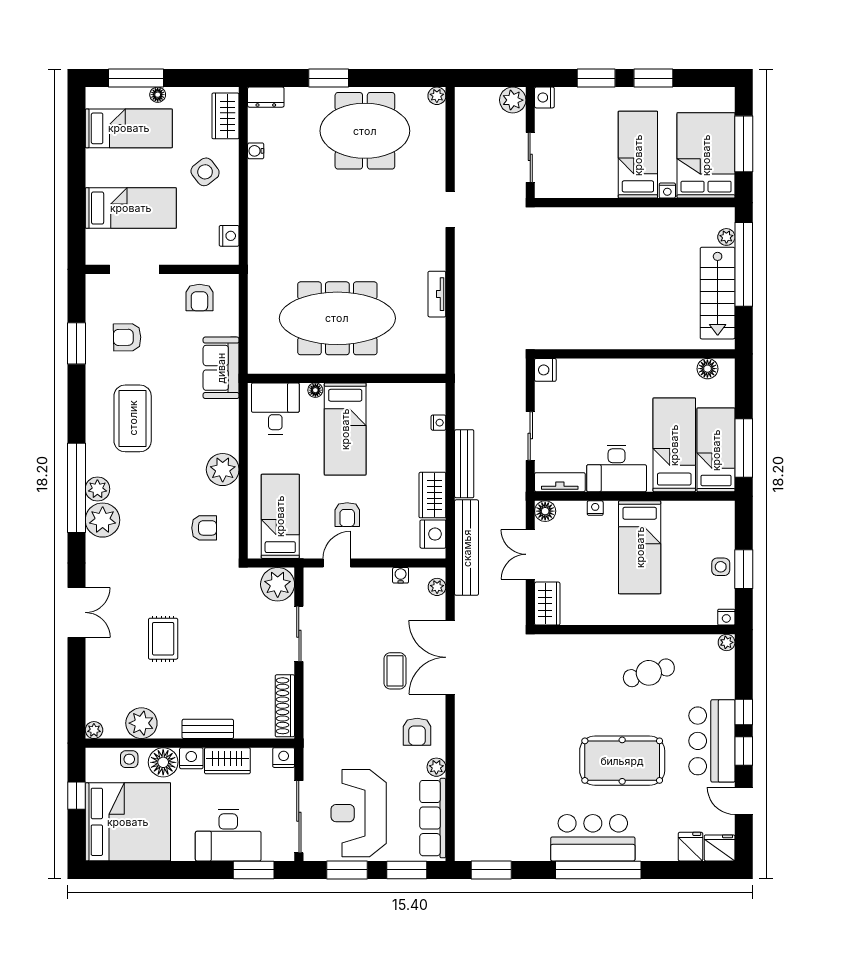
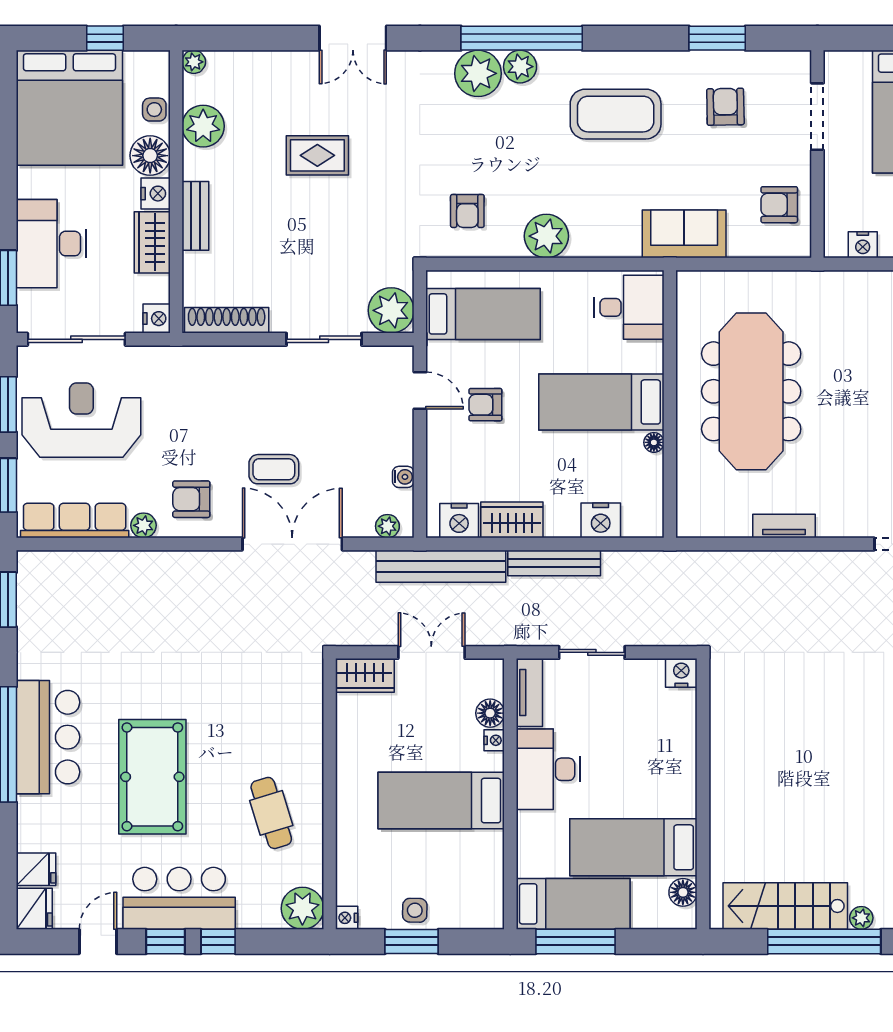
floor lamp: (315, 390) -> (654, 442), moved
nightstand: (438, 423) -> (601, 520), width x1.89, depth x1.79
bed: (674, 445) -> (633, 847), moved, turned 180
floor lamp: (545, 511) -> (490, 713), moved
plant: (727, 642) -> (302, 908), width x1.88, depth x1.88

